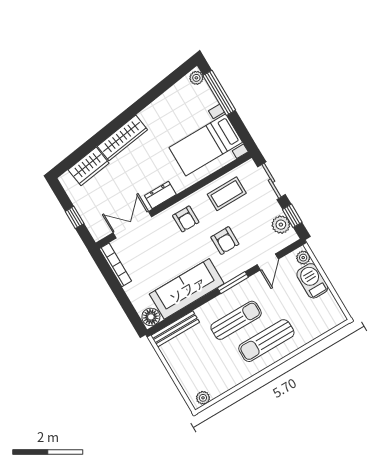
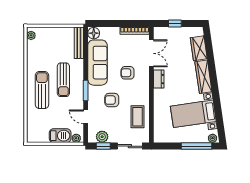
bed with nightstands: (206, 145) -> (193, 114), moved, turned -98
armchair: (186, 219) -> (128, 73), moved

